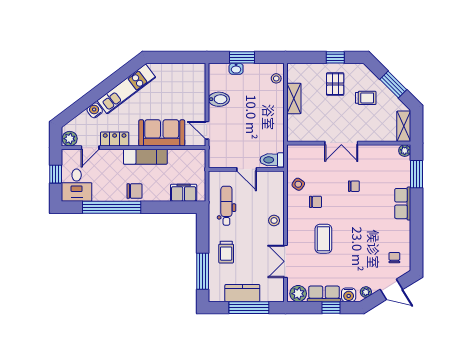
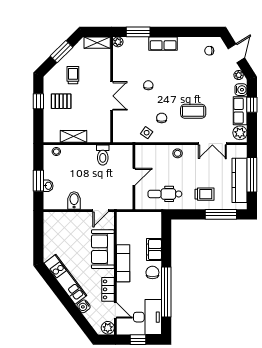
toilet: (272, 160) -> (103, 155), moved
desk: (77, 185) -> (147, 317), width x1.37
filing cabinet: (184, 193) -> (154, 250), moved
kitchen counter: (242, 293) -> (240, 180), width x1.50

